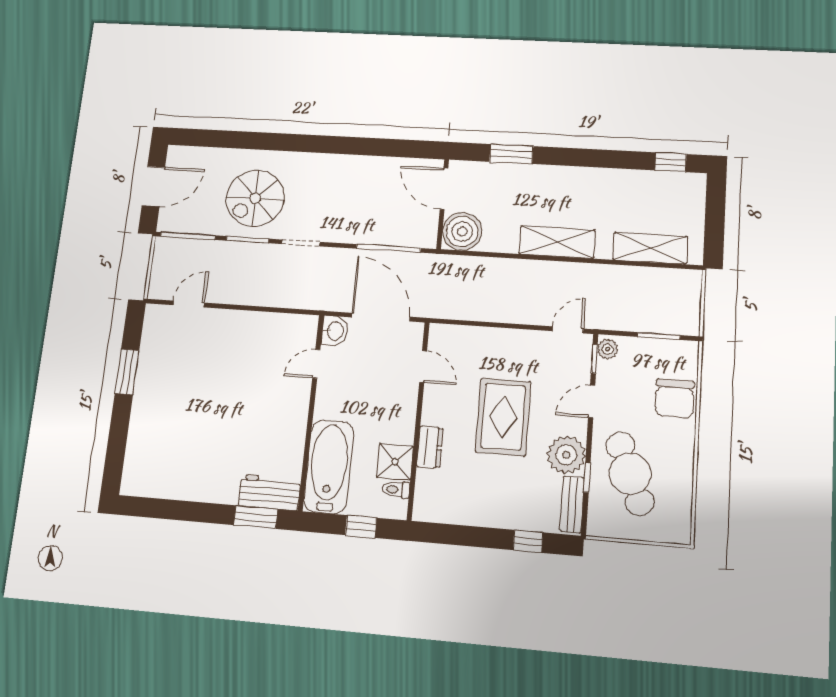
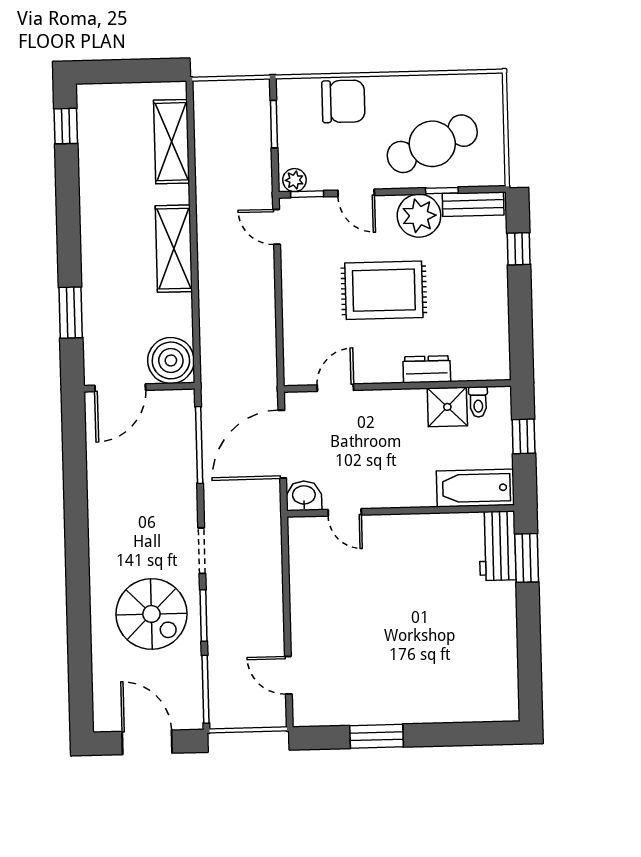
bathtub: (329, 467) -> (475, 488), width x0.73, depth x0.73

